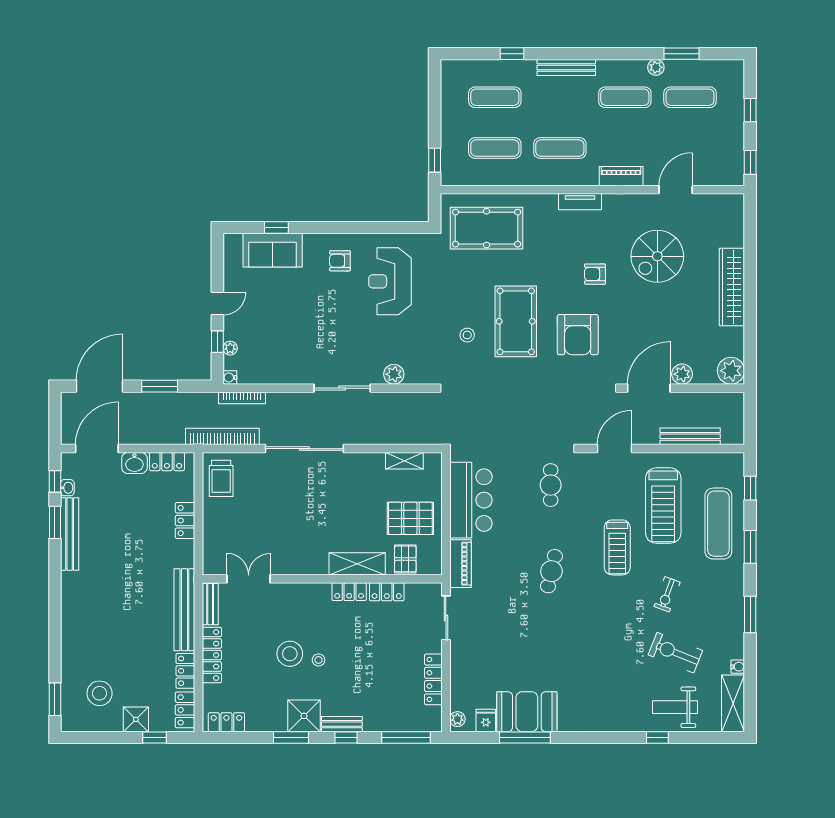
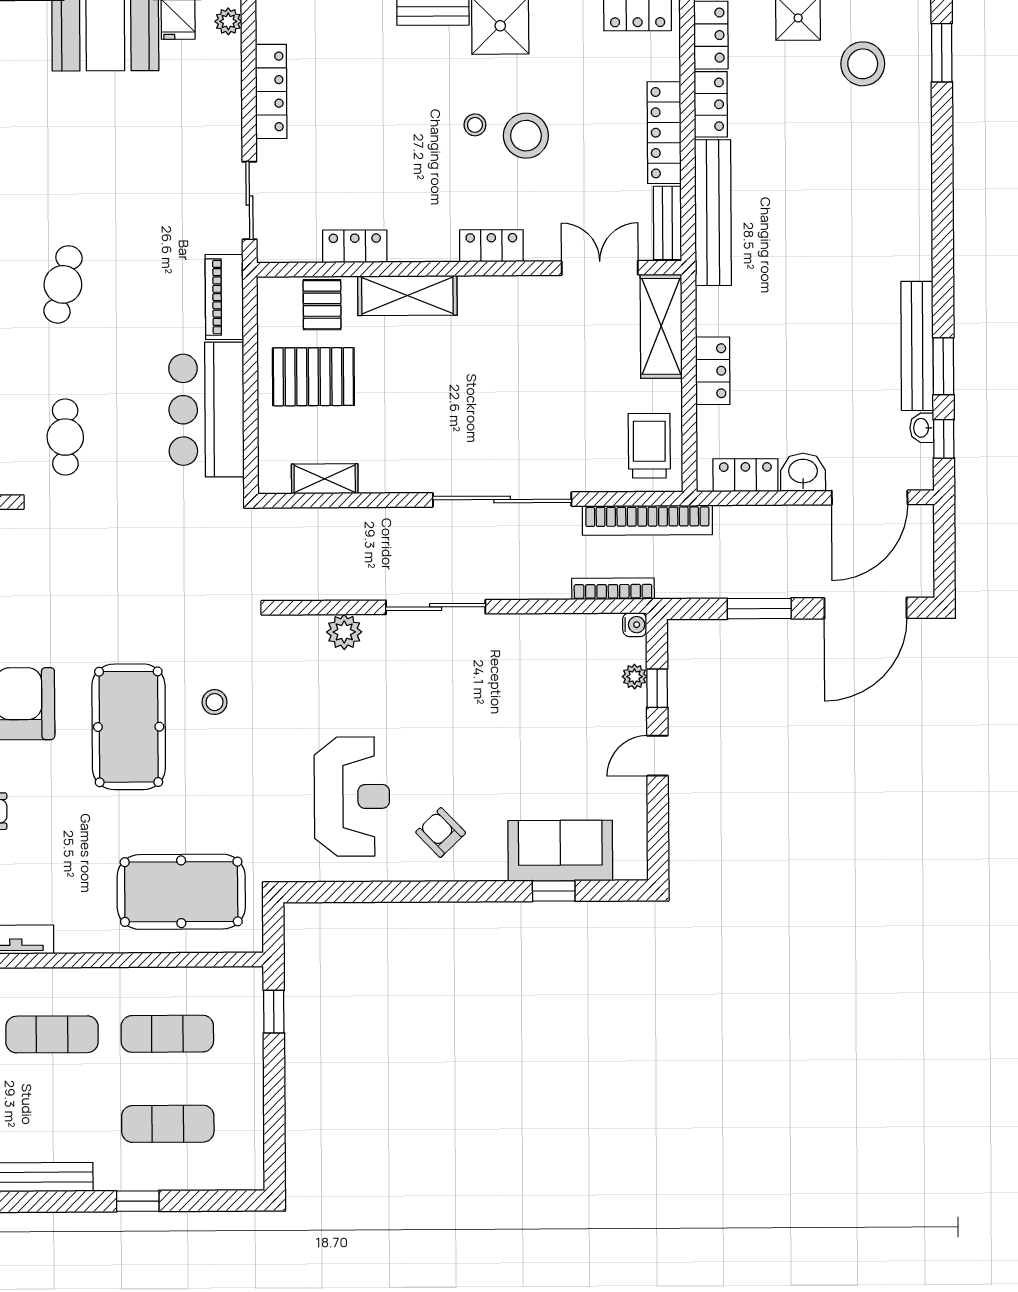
armchair: (340, 261) -> (441, 832), turned -134
shelving: (214, 546) -> (661, 326), added
double door: (249, 579) -> (600, 268), swing flipped
locker: (349, 592) -> (491, 246), moved

